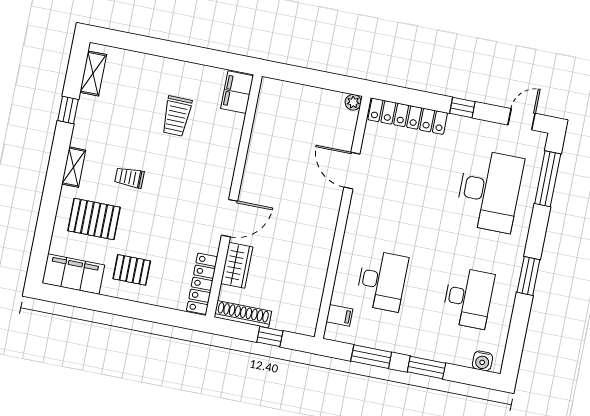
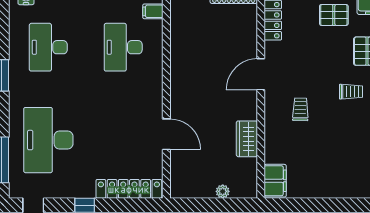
plant: (353, 102) -> (223, 191), moved
trolley: (177, 116) -> (300, 109), moved, width x0.73, depth x0.72
wardrobe: (237, 265) -> (247, 139), moved

